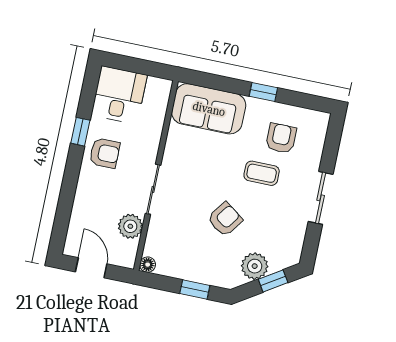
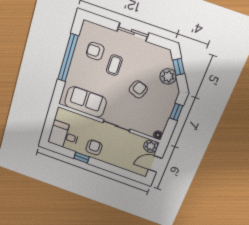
window: (263, 92) -> (68, 58), width x3.17
sofa: (209, 109) -> (85, 102), moved, turned -90
armchair: (225, 219) -> (138, 89), turned 74
plant: (130, 226) -> (151, 146), moved

